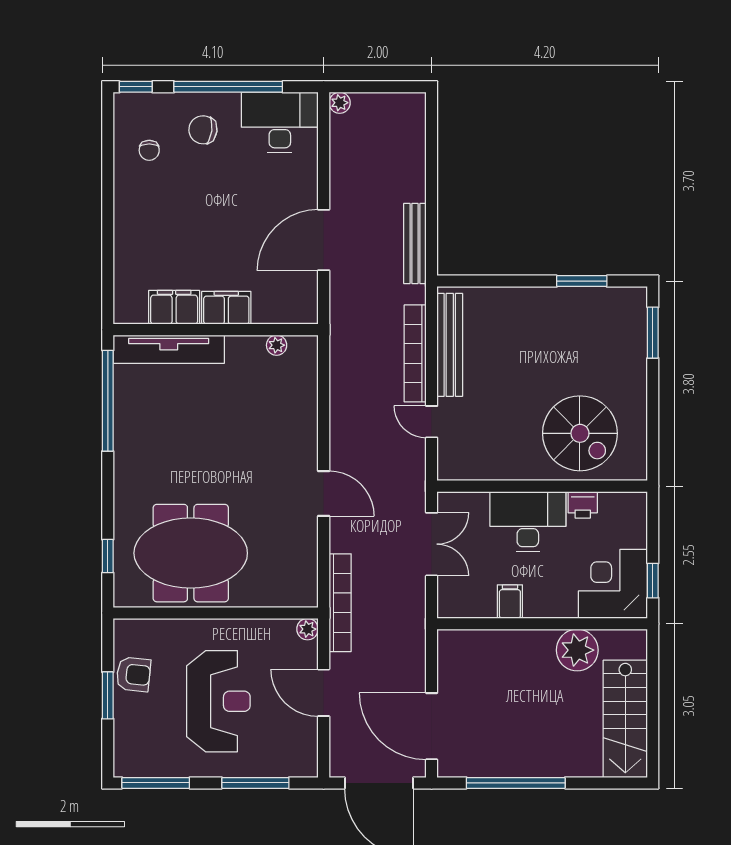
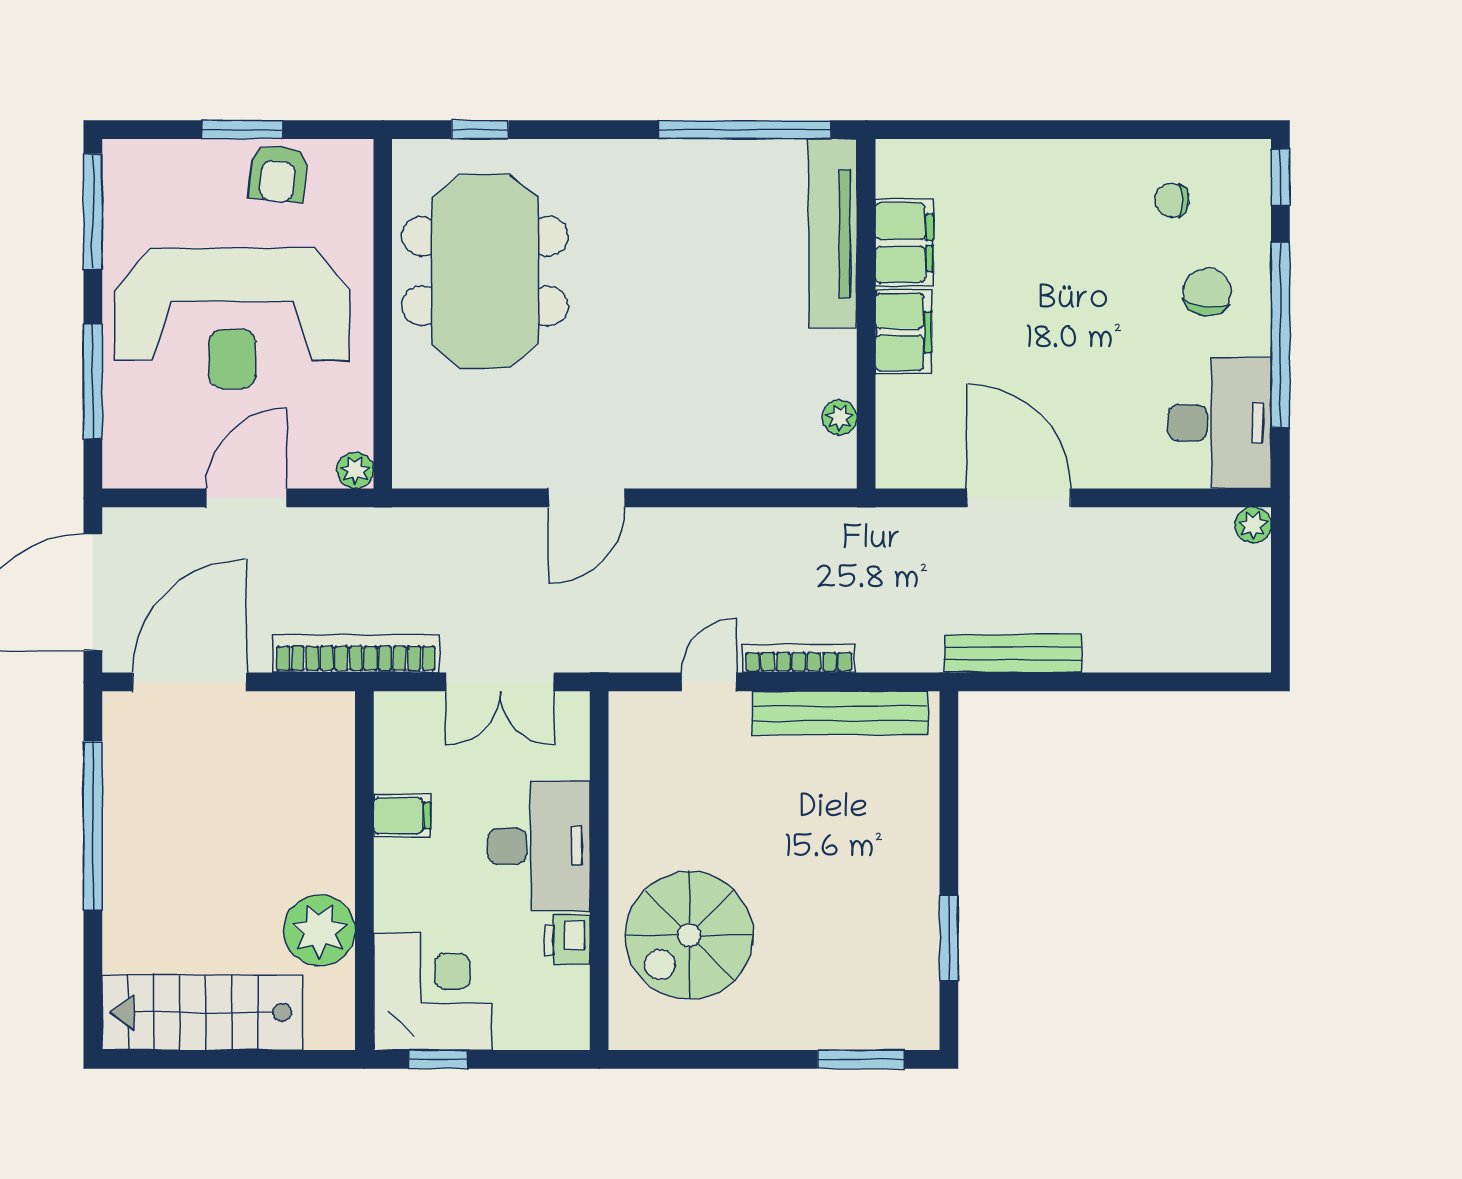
bookcase: (415, 353) -> (799, 658), width x0.68, depth x0.76
bookcase: (340, 603) -> (356, 654), moved, turned 180
reception desk: (218, 701) -> (232, 318), width x1.36, depth x1.30

